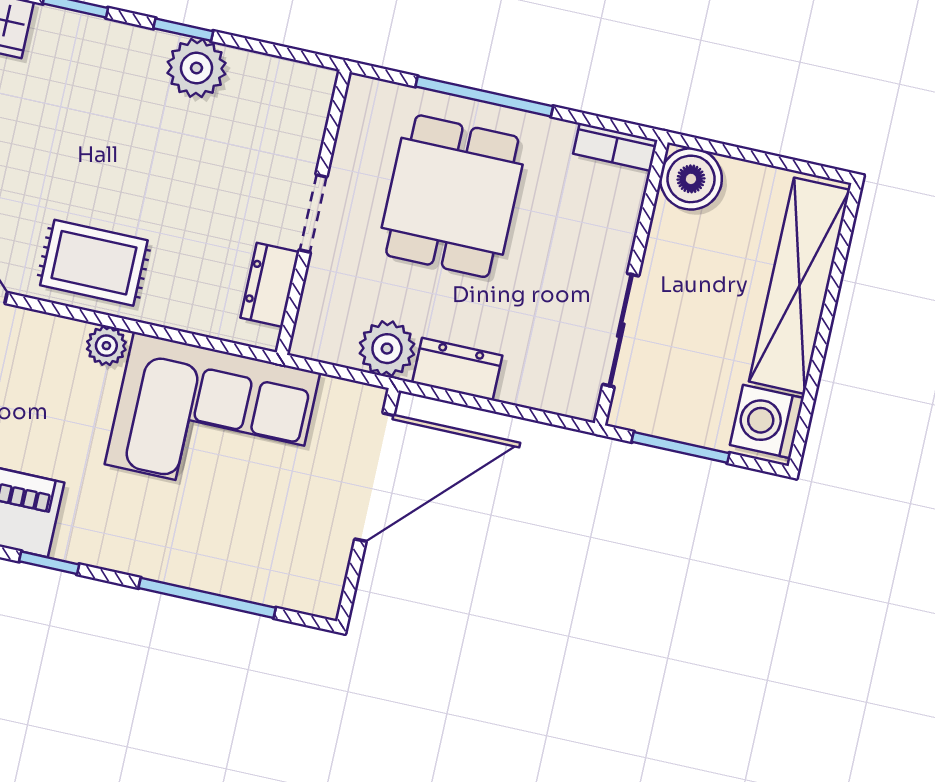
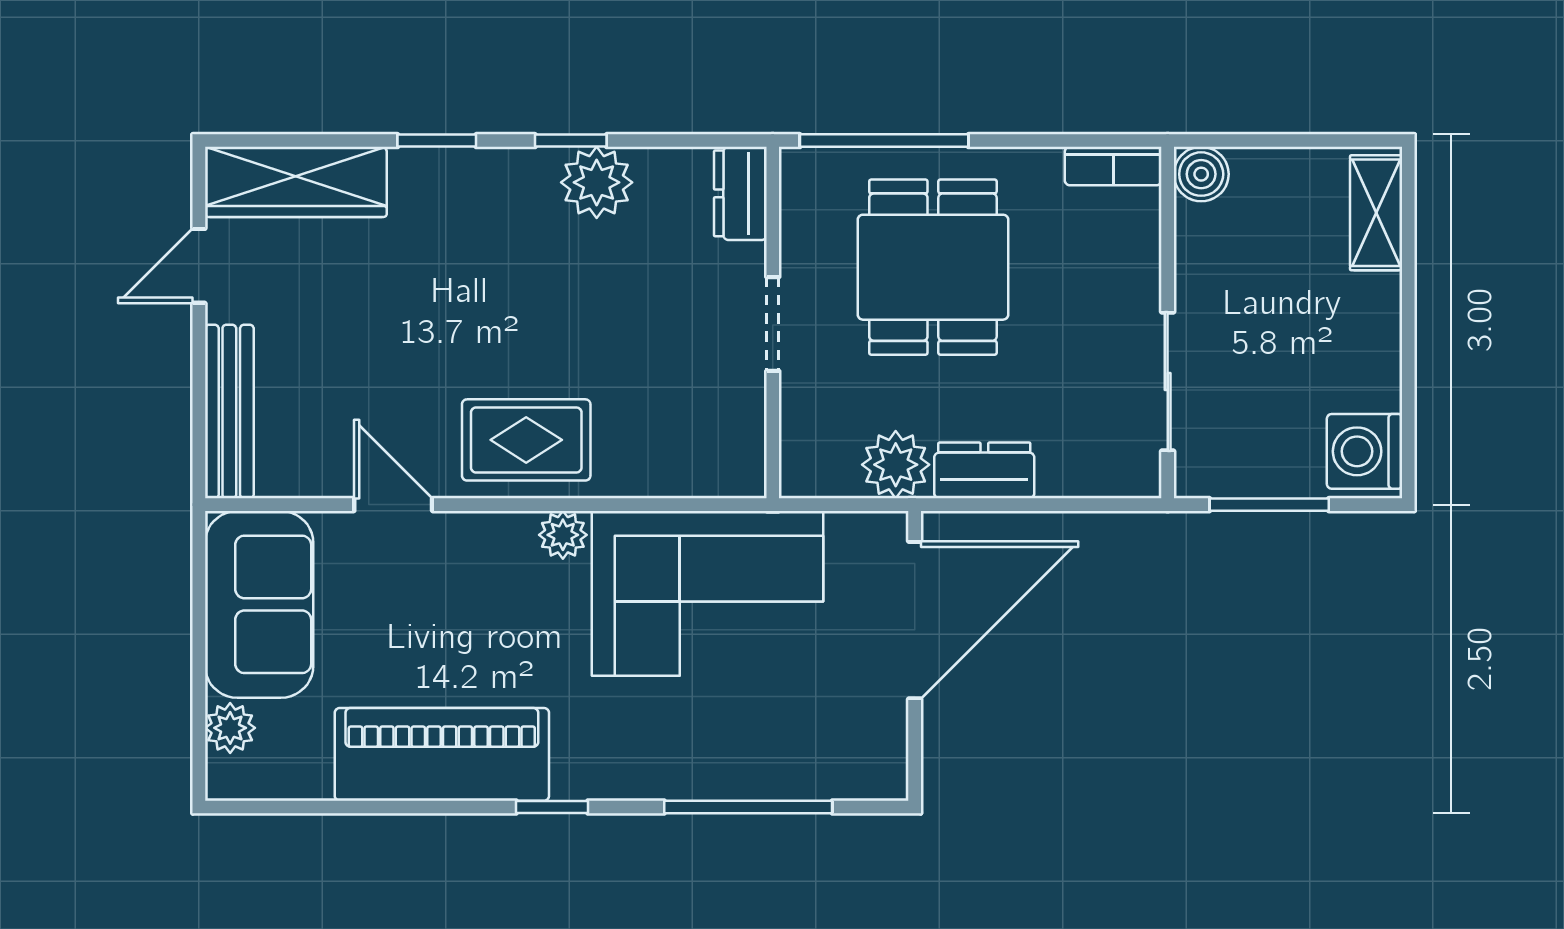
window: (484, 96) -> (884, 141), moved
boiler: (691, 179) -> (1201, 174), width x0.73, depth x0.73
dresser: (270, 285) -> (740, 193), moved
shelving: (799, 286) -> (1376, 213), width x0.45, depth x0.75

